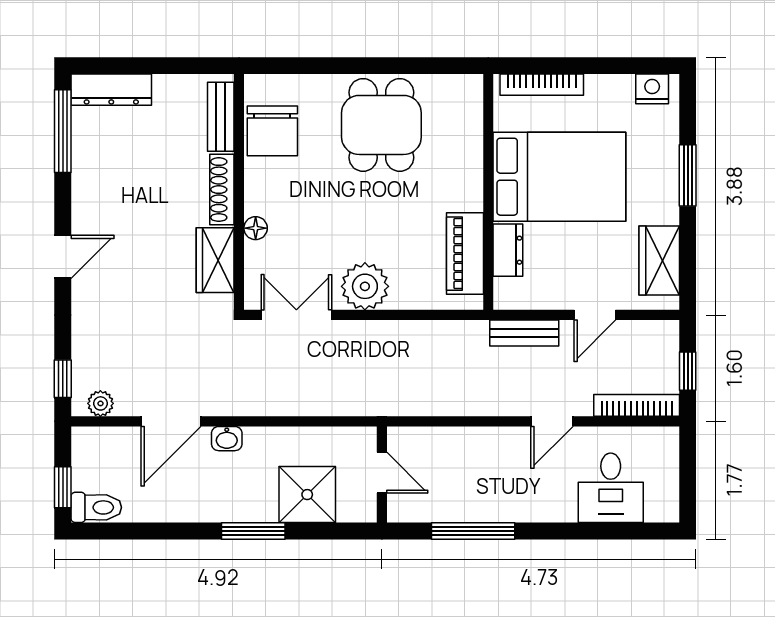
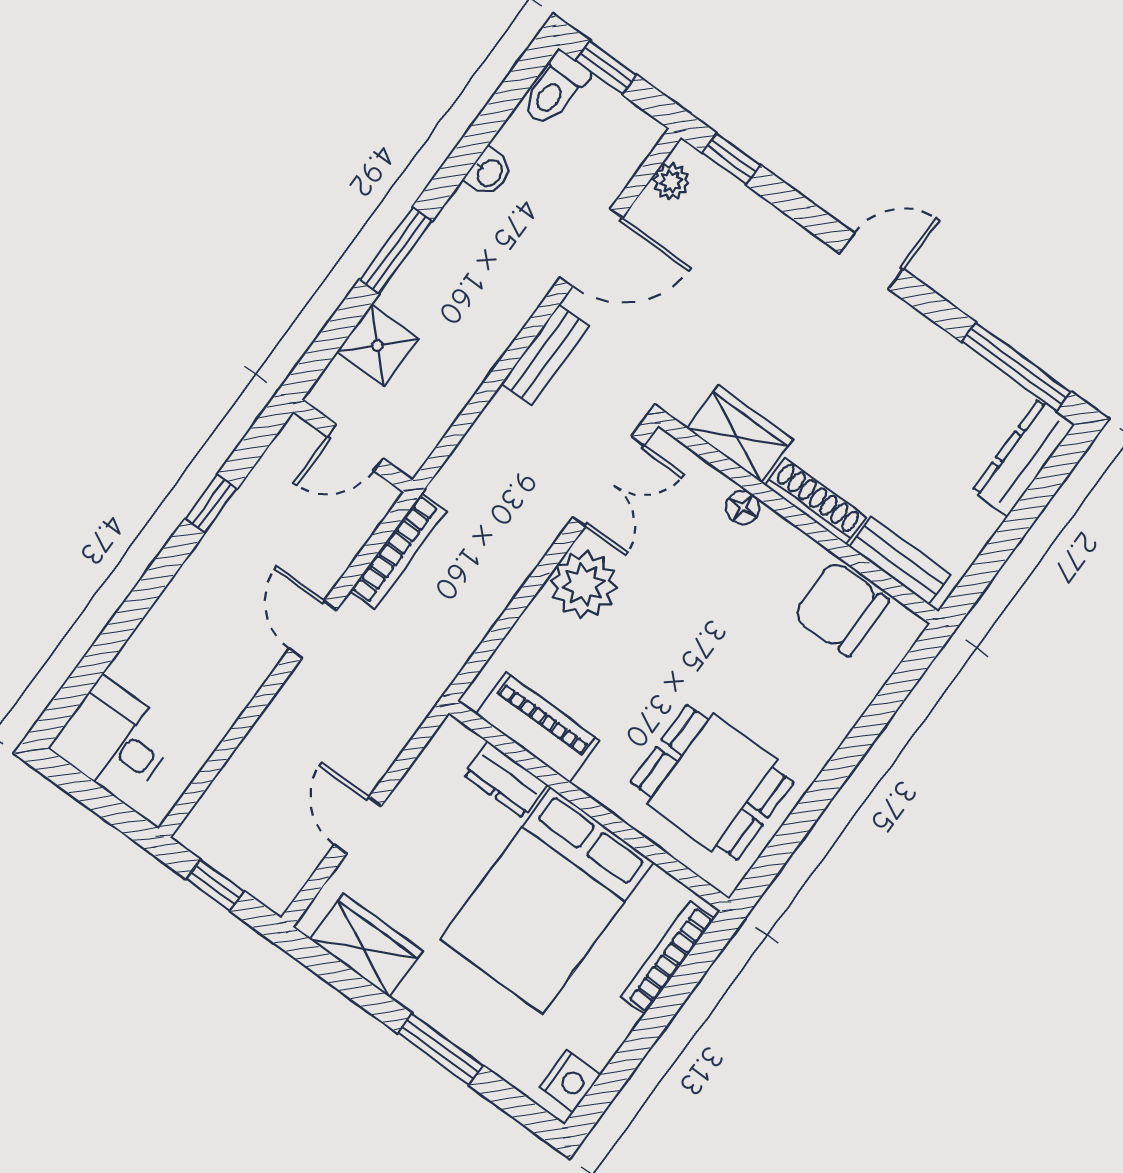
dining table: (381, 125) -> (712, 782), moved
door: (63, 257) -> (872, 261), swing flipped
bench: (524, 333) -> (545, 355), moved
bookcase: (637, 405) -> (398, 551), moved
door: (171, 421) -> (591, 248), swing flipped
door: (552, 421) -> (313, 629), moved
washbasin: (227, 439) -> (489, 173), moved, turned 180
desk: (611, 488) -> (115, 740), moved
shower: (307, 495) -> (378, 345), width x0.73, depth x0.73
window: (473, 531) -> (211, 504), width x0.46

